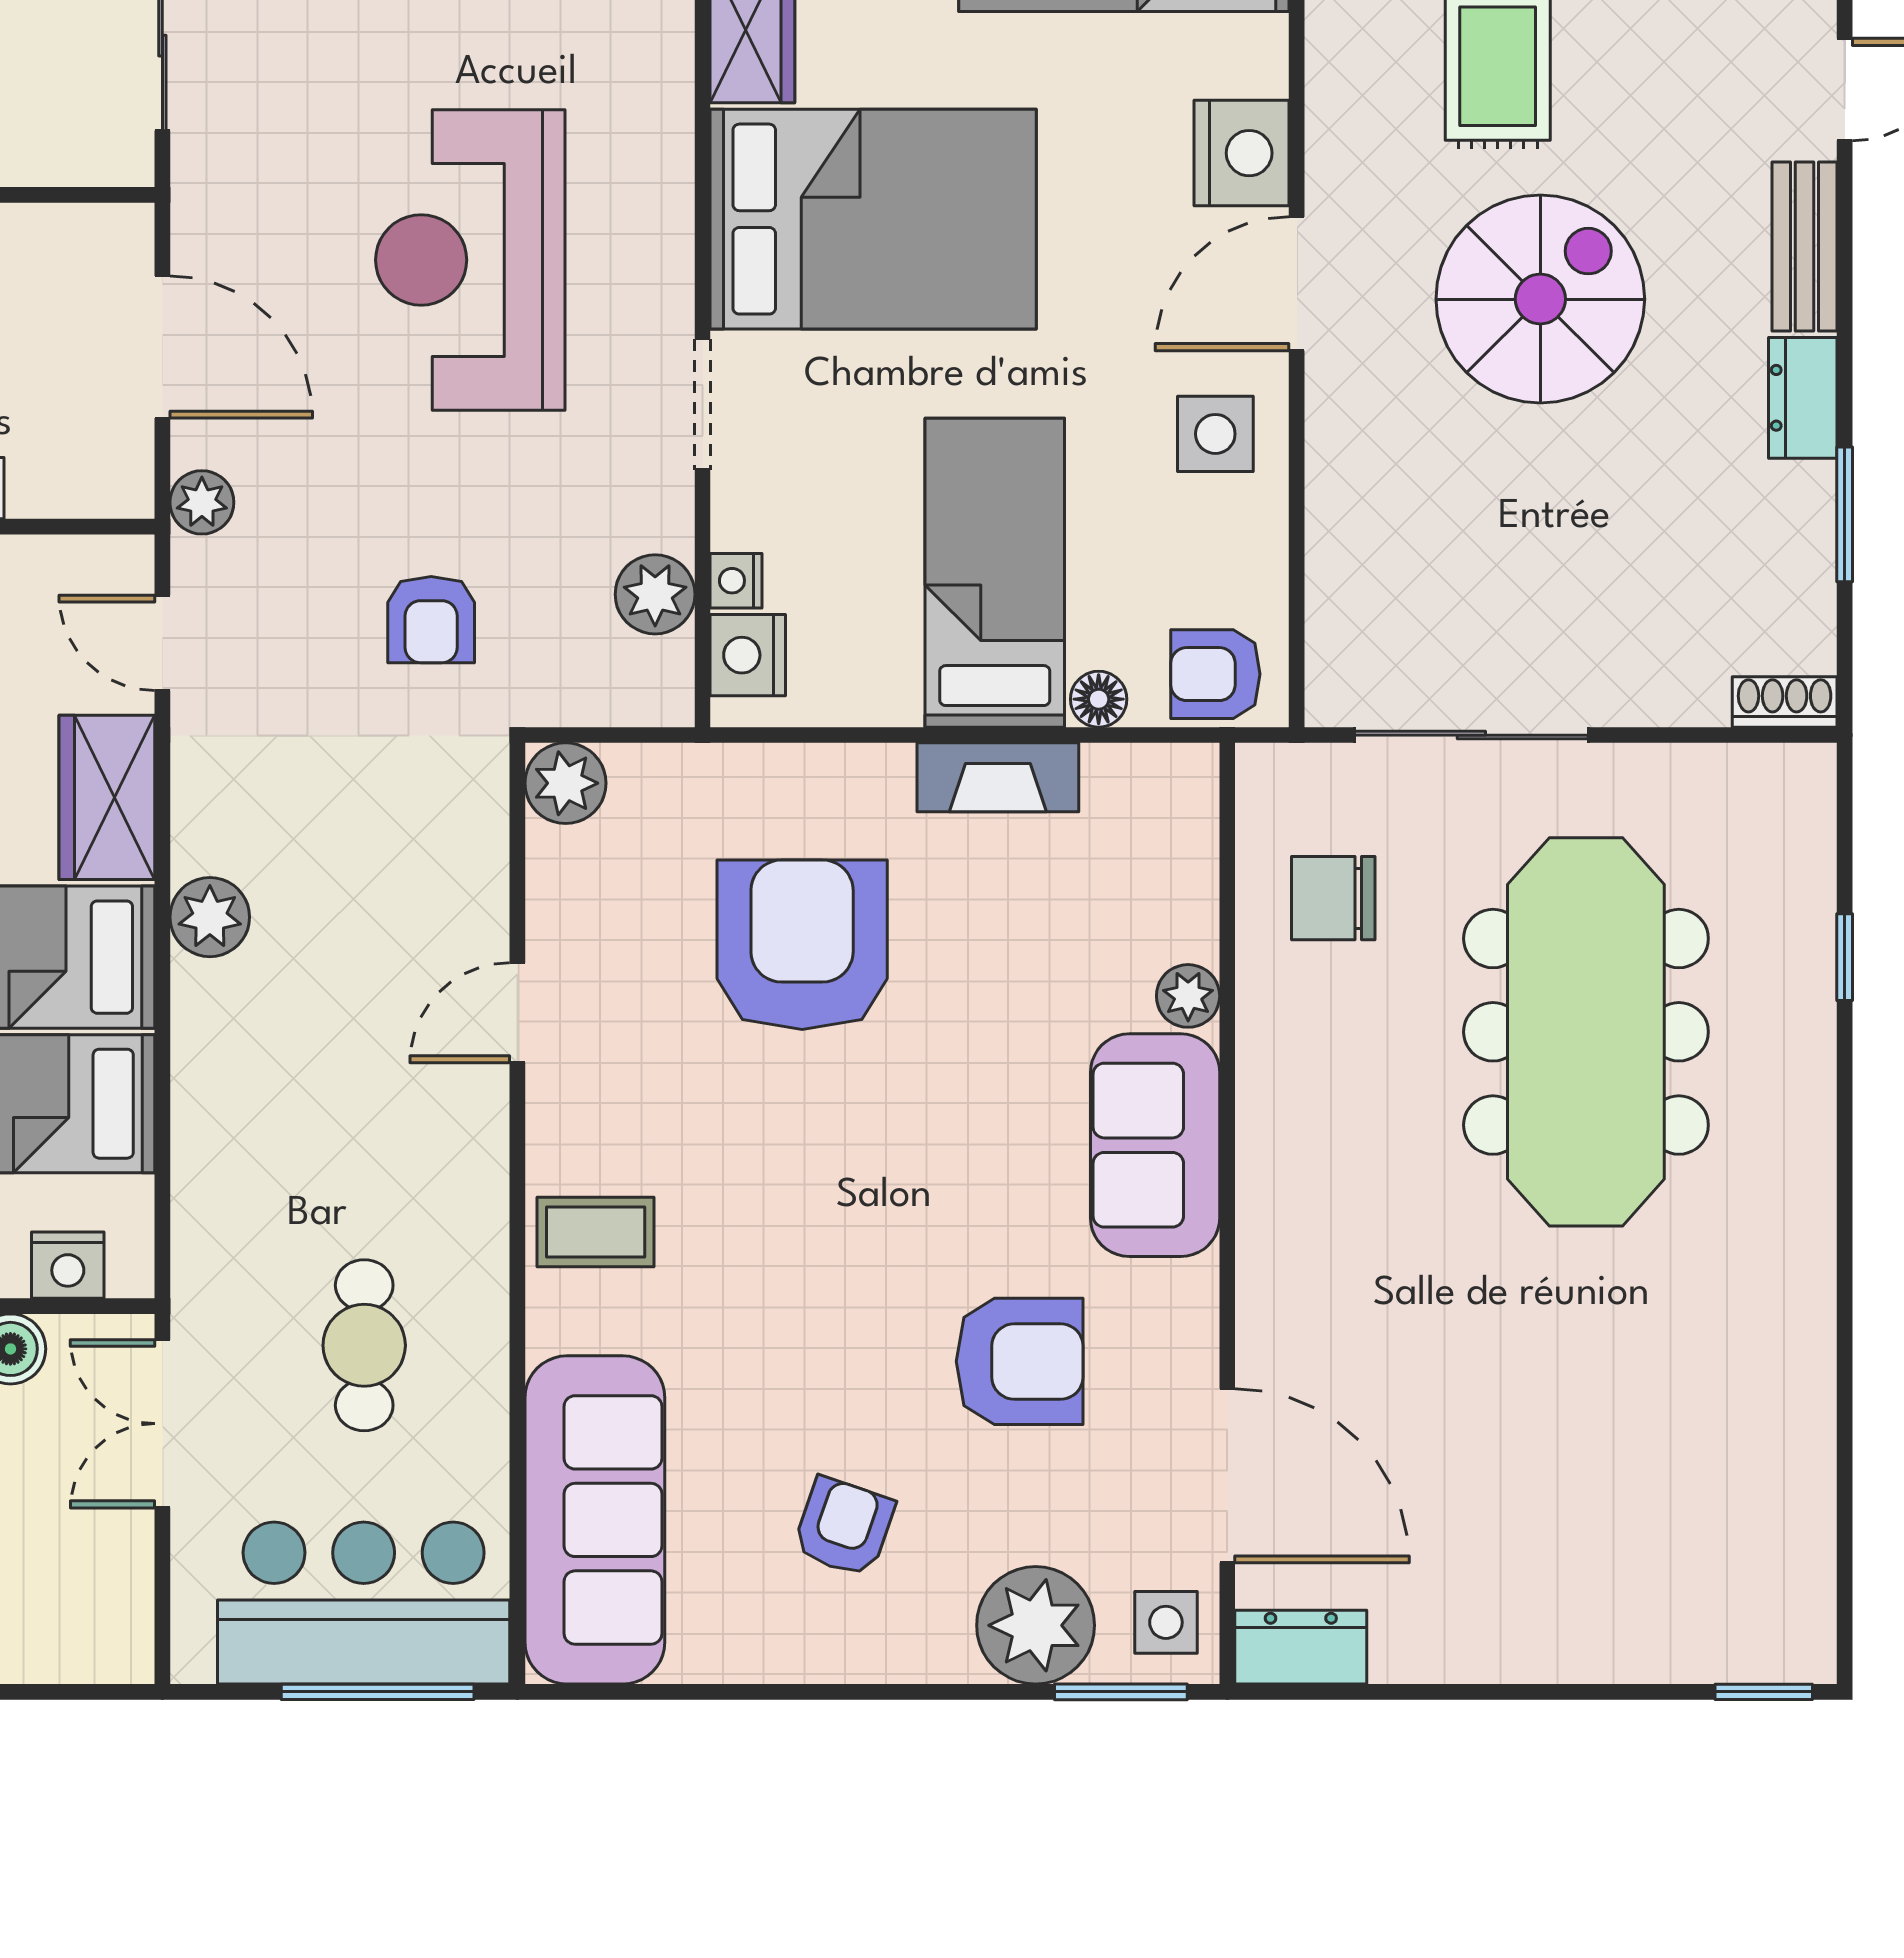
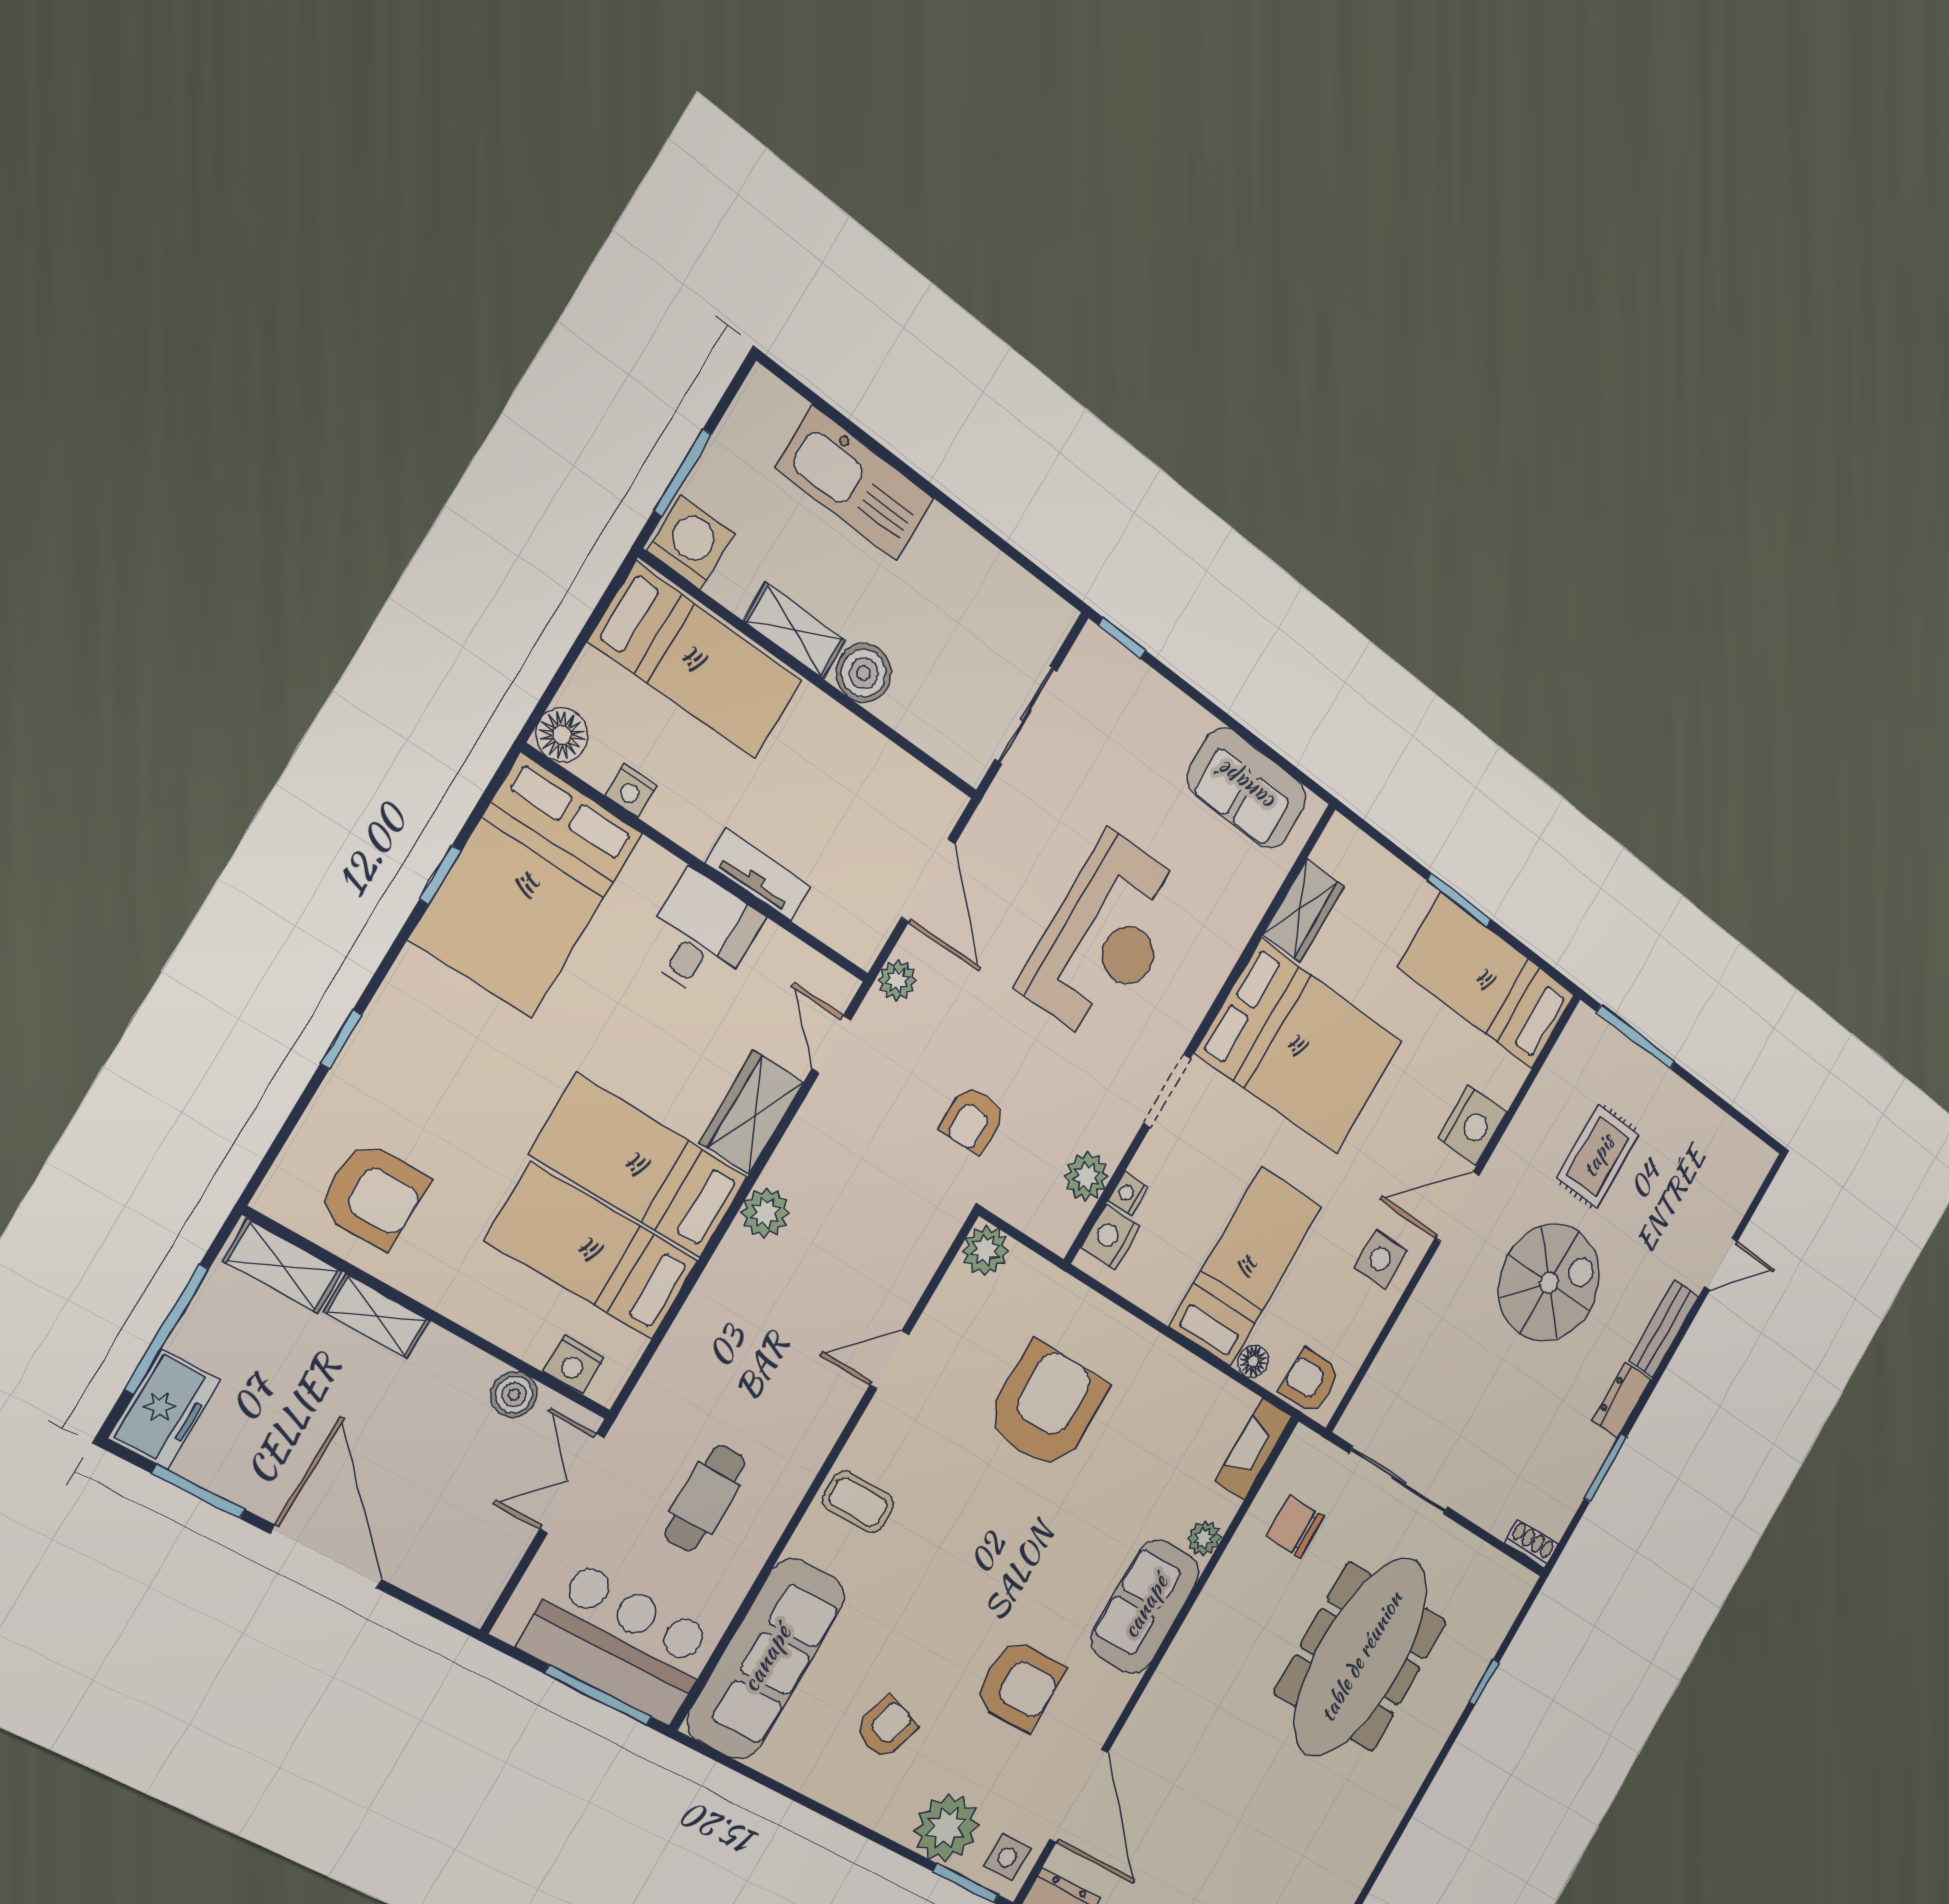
reception desk: (470, 260) -> (1105, 939), turned 180
fireplace: (998, 777) -> (1254, 1449), moved, turned 90

